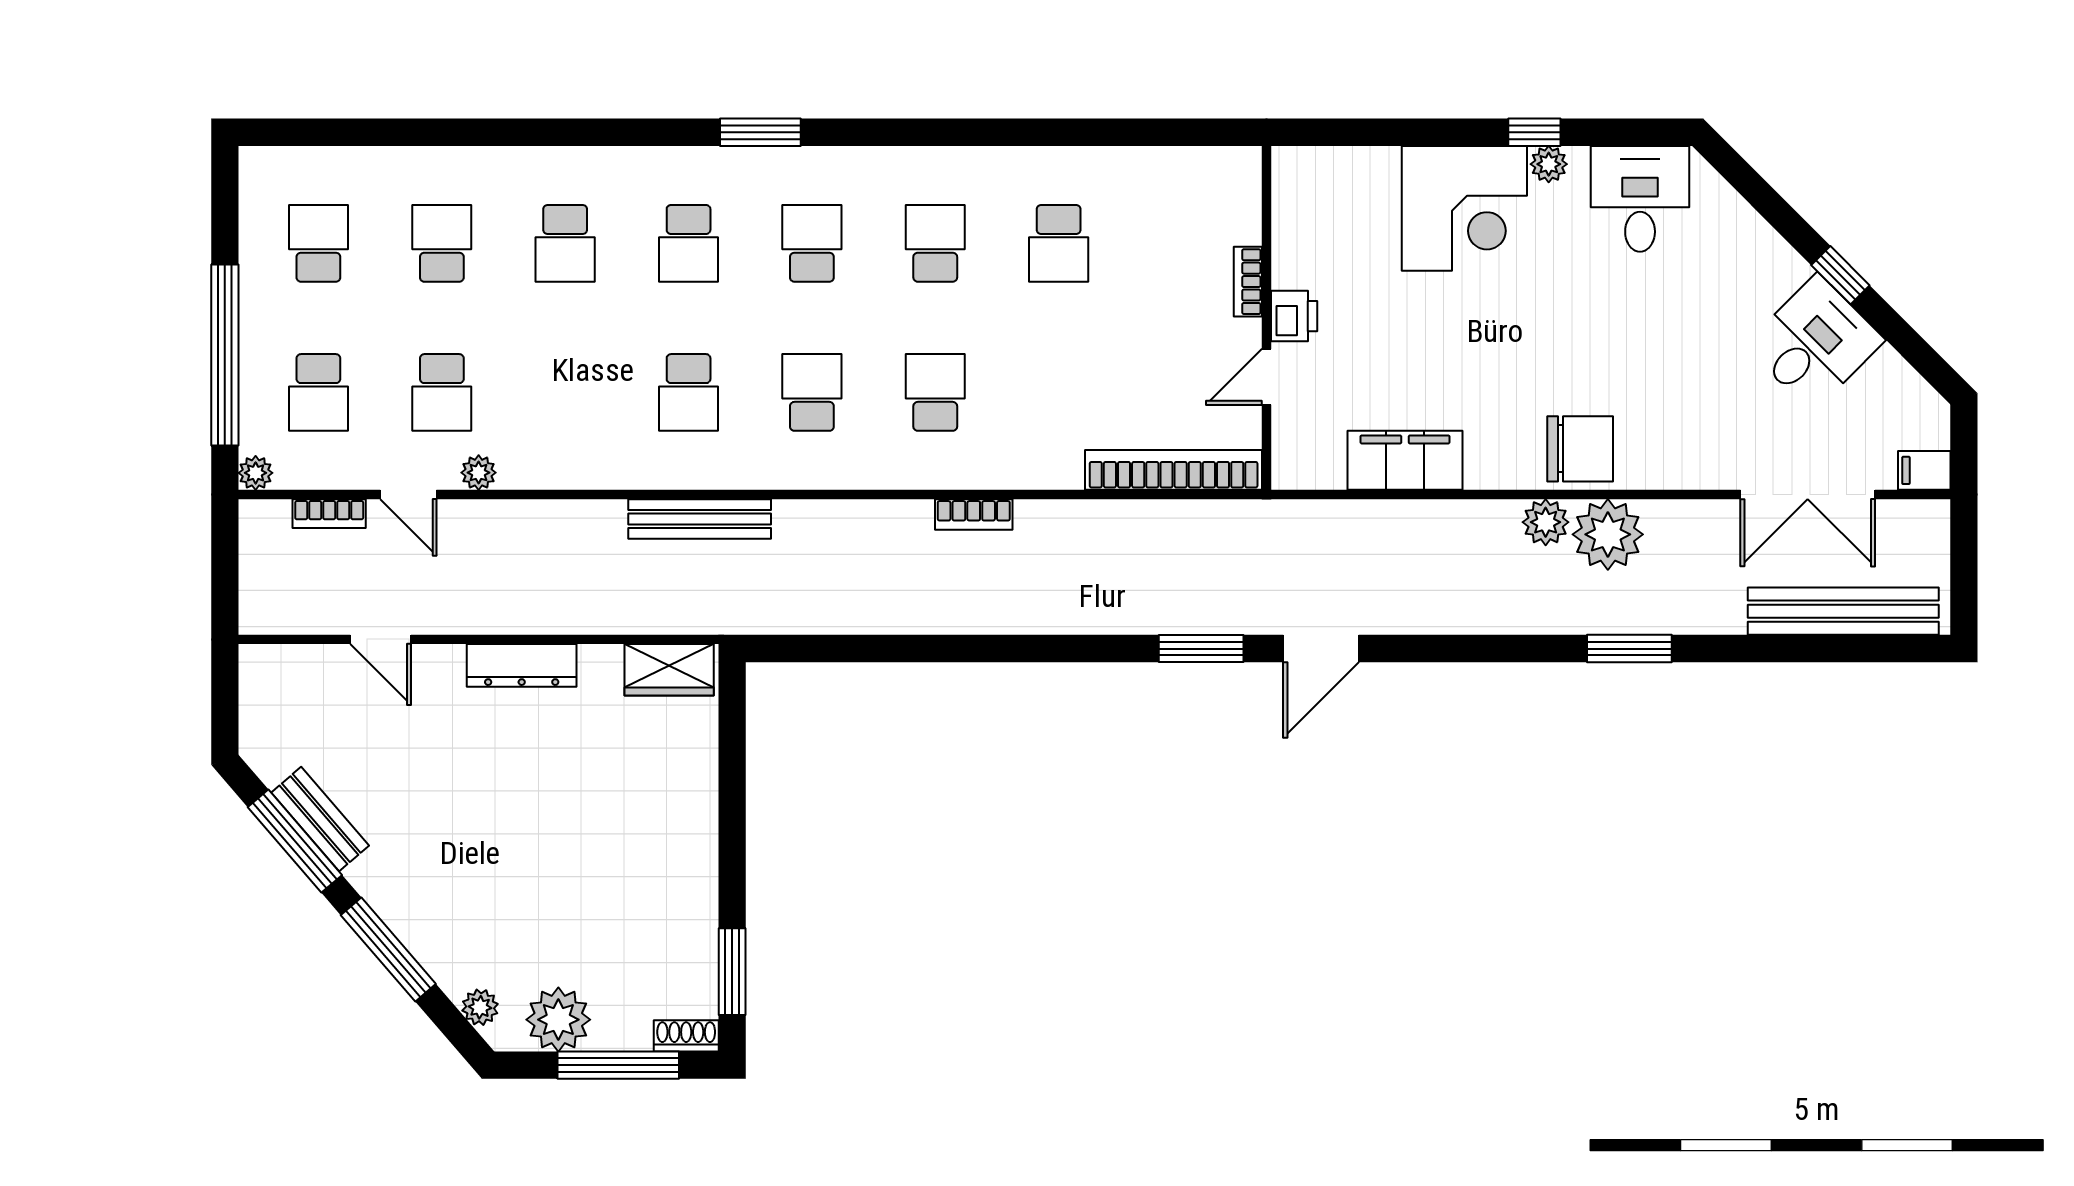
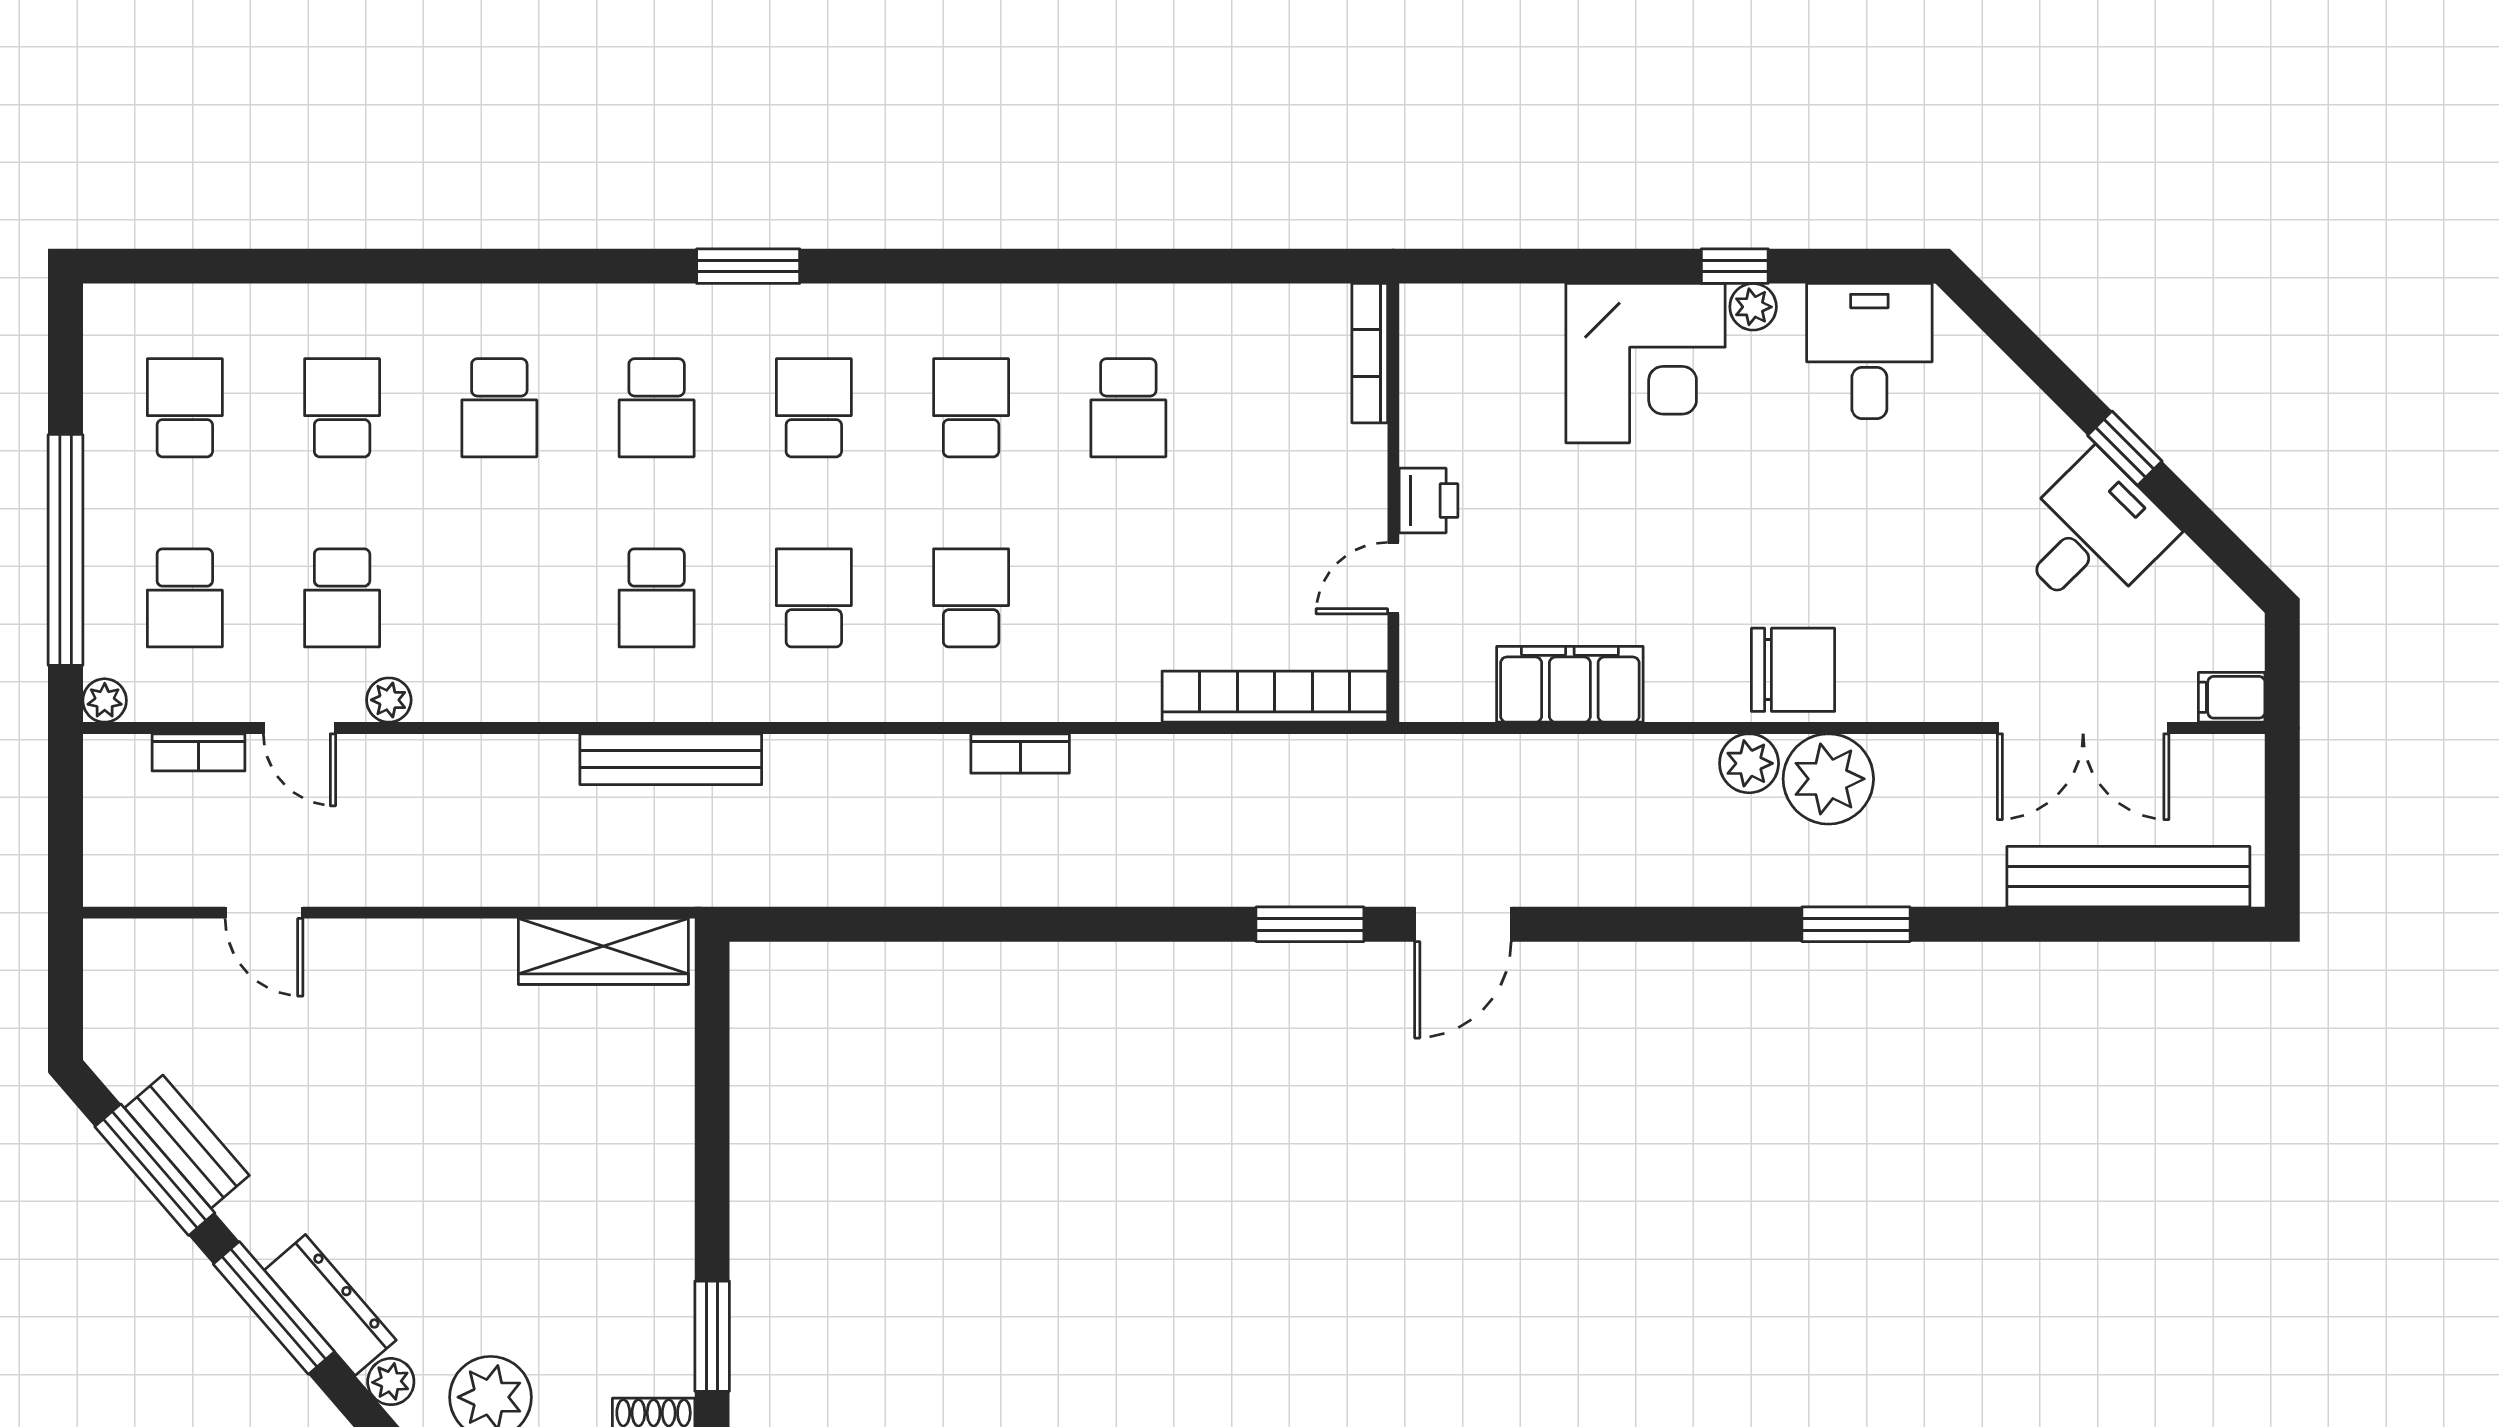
bookcase: (1248, 282) -> (1370, 353), moved, width x1.56
dresser: (522, 665) -> (330, 1305), moved, turned -131
wardrobe: (669, 670) -> (603, 951), width x1.50

